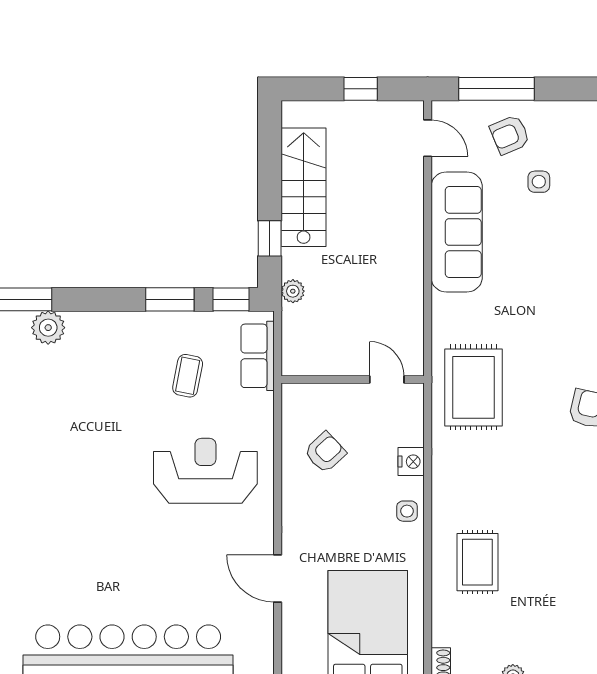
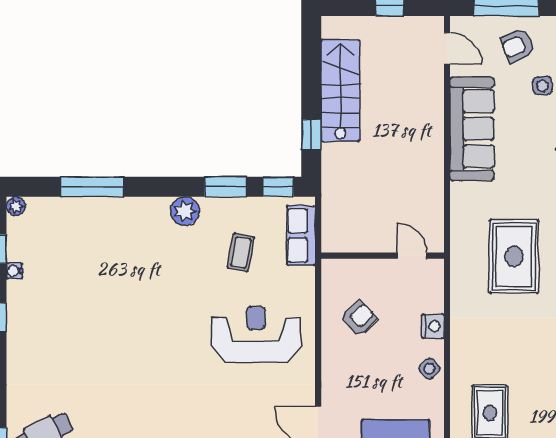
plant: (293, 291) -> (331, 180), removed
plant: (48, 328) -> (185, 211), moved
rug: (474, 387) -> (514, 256), moved
side table: (407, 511) -> (429, 369), turned 45

